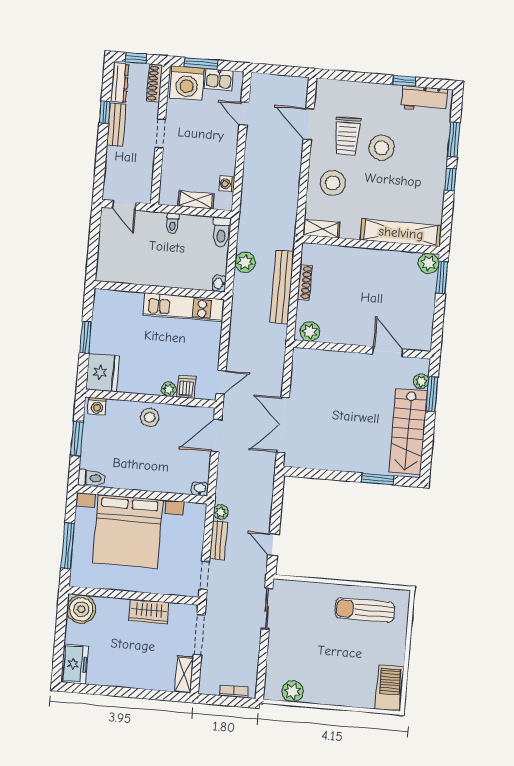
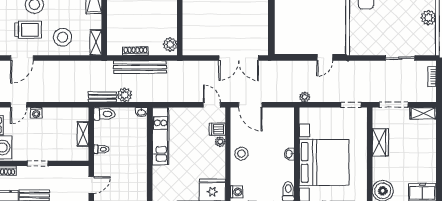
washing machine: (227, 184) -> (36, 113), moved
washbasin: (200, 489) -> (289, 154), moved
bench: (218, 540) -> (102, 97), moved
sliding door: (267, 609) -> (400, 58), moved
plant: (293, 691) -> (428, 18), moved

